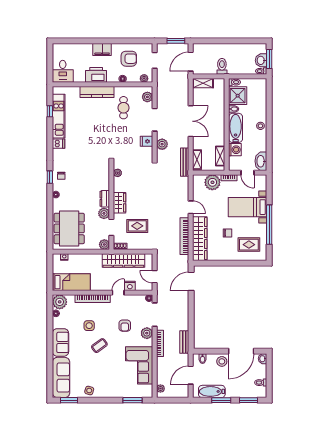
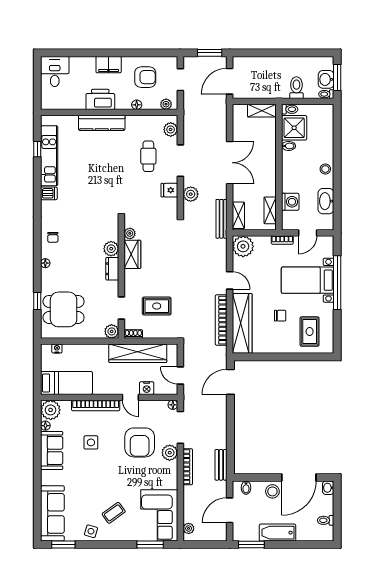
toilet: (222, 66) -> (296, 88), moved
desk: (63, 71) -> (55, 71), moved, turned 180
shelving: (203, 83) -> (262, 111), moved
cafe table: (123, 108) -> (148, 156), moved
bathtub: (236, 128) -> (291, 172), removed
washbasin: (261, 161) -> (326, 201), moved
door: (247, 173) -> (308, 233), hinge flipped
window: (50, 177) -> (37, 301), moved
plant: (212, 182) -> (243, 246), moved
wardrobe: (119, 203) -> (132, 254), moved
plant: (104, 213) -> (111, 249), moved
window: (269, 225) -> (337, 283), moved
dining table: (69, 228) -> (64, 309), width x0.73
rug: (249, 245) -> (310, 332), turned 90
door: (118, 293) -> (130, 397), swing flipped
armchair: (125, 326) -> (140, 442), width x1.88, depth x1.88
sofa: (60, 342) -> (52, 450), moved
coffee table: (99, 346) -> (114, 513), moved
corner sofa: (139, 365) -> (159, 515), moved
bathtub: (212, 391) -> (278, 533), moved
window: (221, 400) -> (251, 545), moved
window: (249, 400) -> (309, 545), removed

